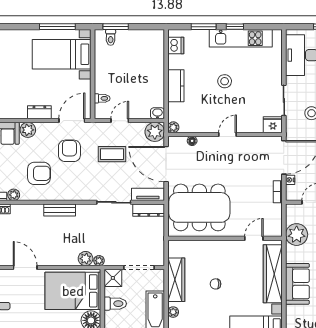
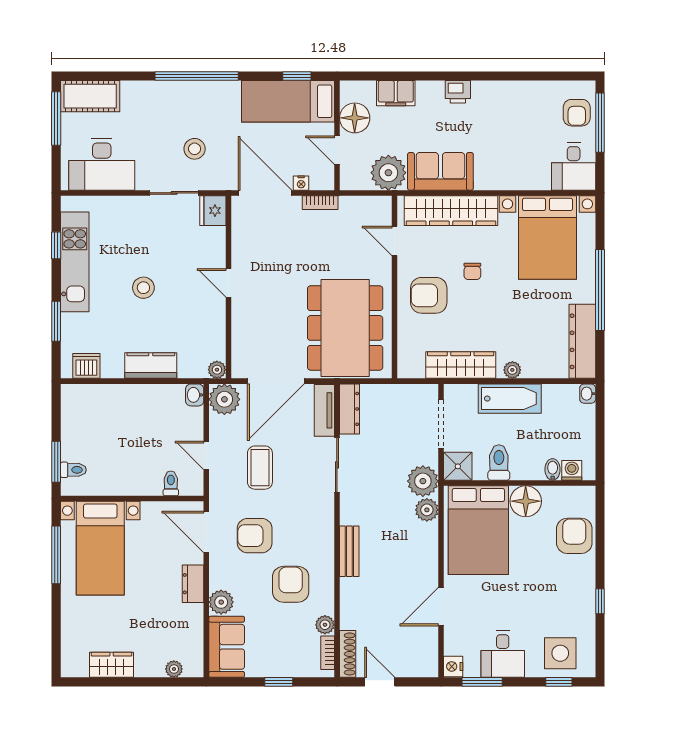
window: (235, 27) -> (56, 245), moved
floor lamp: (192, 141) -> (239, 340), removed
armchair: (220, 260) -> (429, 295), added
plant: (99, 261) -> (423, 481), width x1.88, depth x1.88
chair: (215, 284) -> (472, 271), moved
sofa: (297, 284) -> (440, 171), moved

